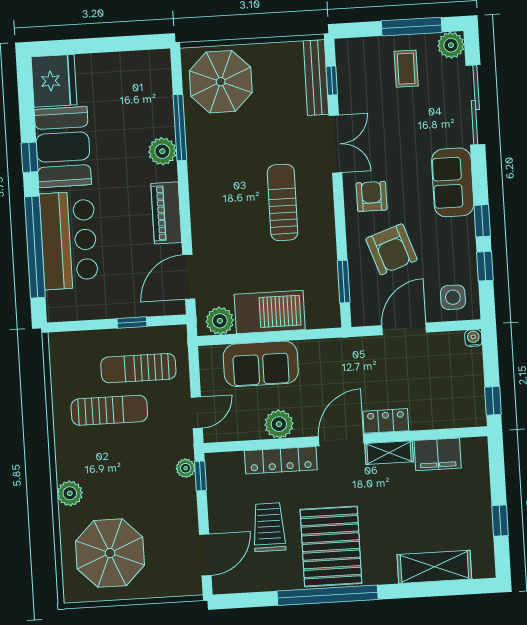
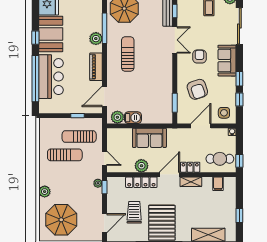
armchair: (372, 196) -> (200, 57), moved
sun lounger: (283, 202) -> (128, 54), moved
barbecue: (270, 312) -> (133, 118), width x0.53, depth x0.65
sofa: (261, 364) -> (149, 138), moved
cafe table: (450, 399) -> (220, 159), added
door: (197, 413) -> (104, 158), hinge flipped
filing cabinet: (438, 454) -> (218, 184), width x0.50

